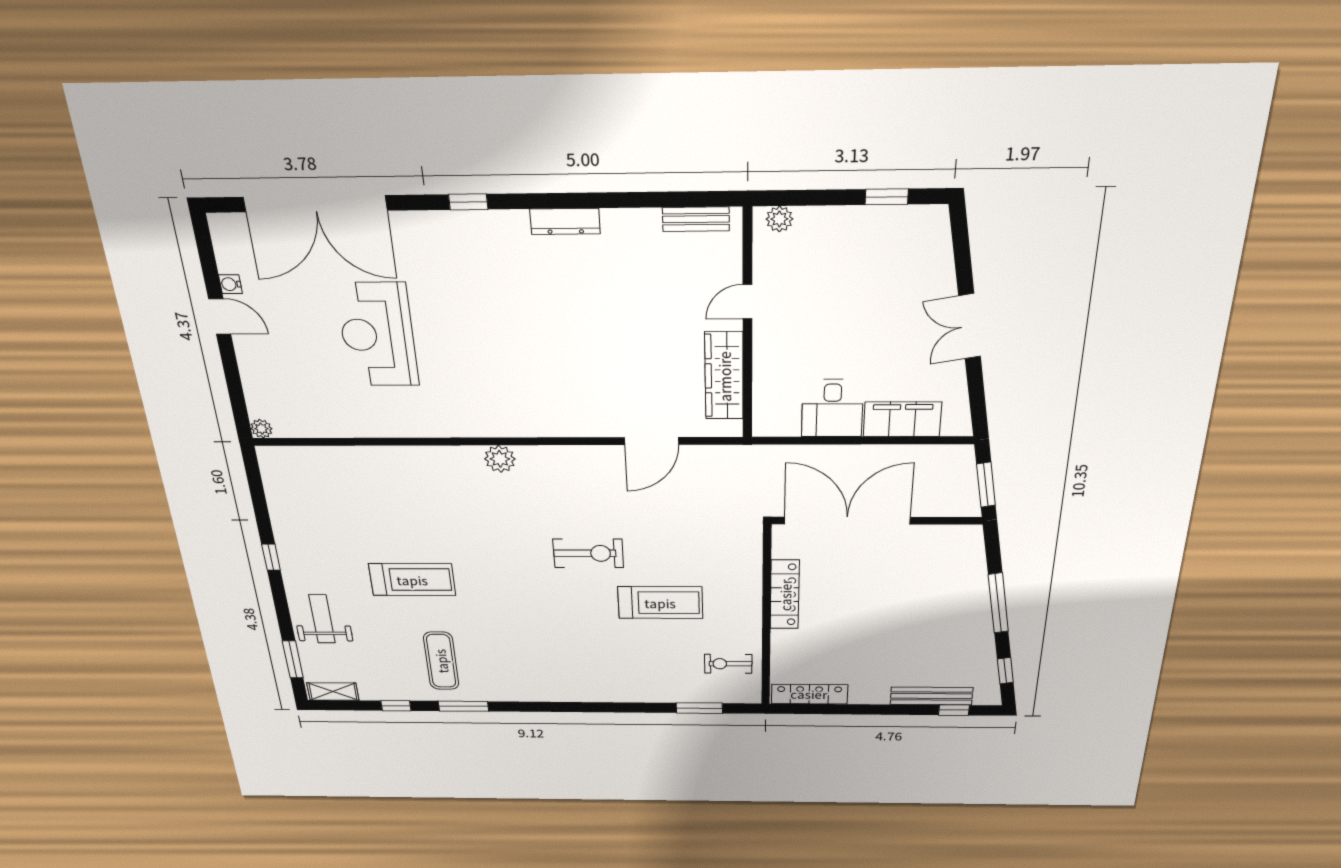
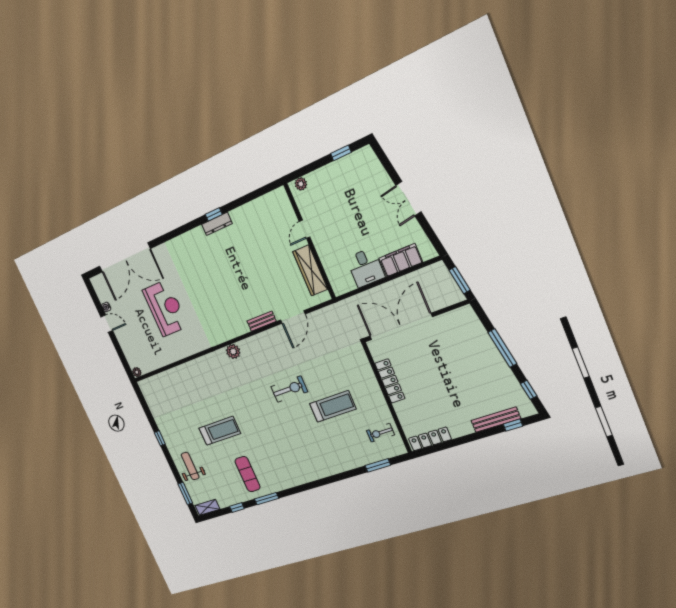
window: (468, 202) -> (214, 214), moved
bench: (696, 219) -> (262, 321), moved
reception desk: (378, 335) -> (165, 308), turned 180

